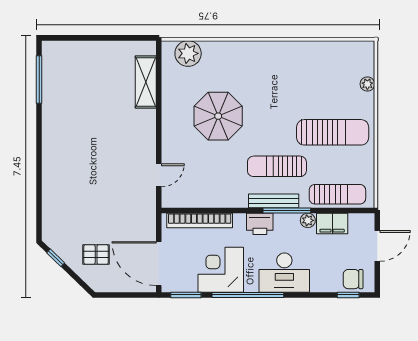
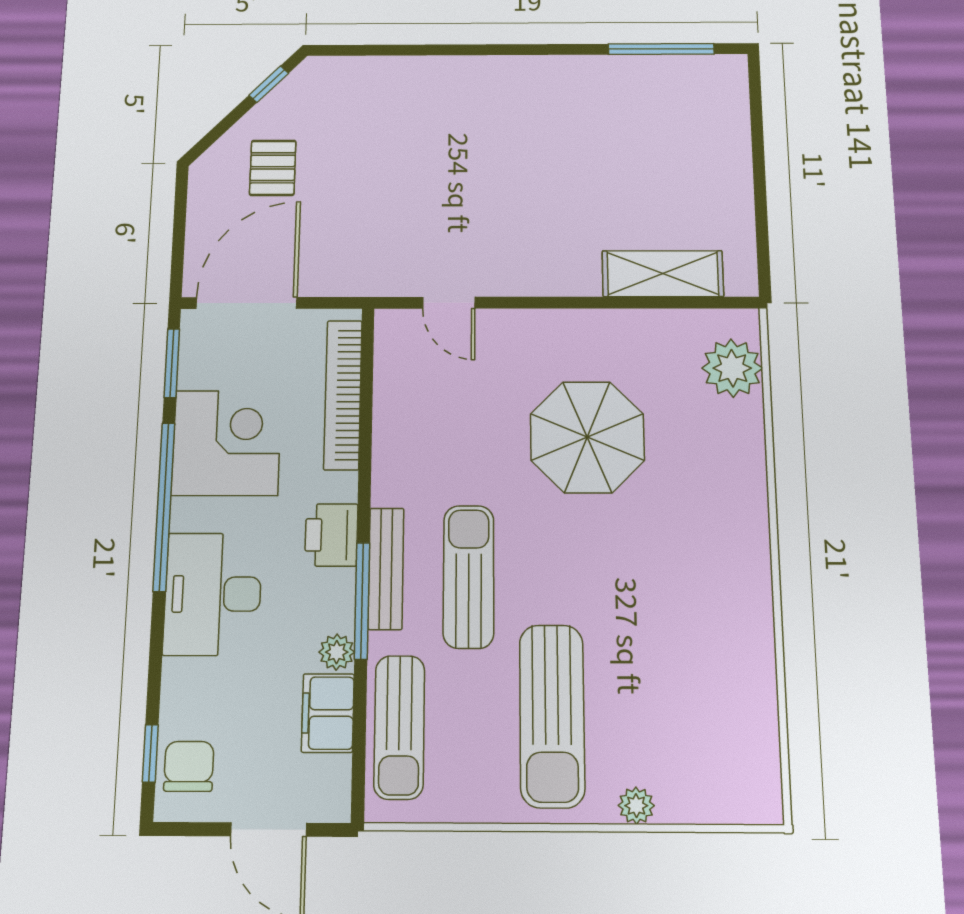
plant: (367, 84) -> (636, 806), moved

